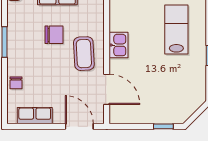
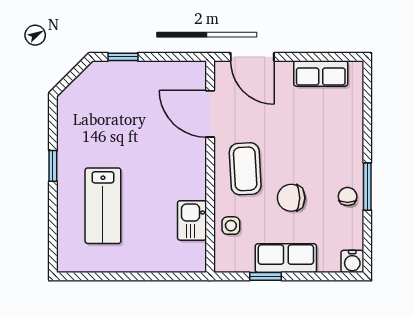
side table: (93, 17) -> (231, 226), added
kitchen sink: (118, 45) -> (192, 220), moved
chair: (16, 83) -> (348, 196), moved

